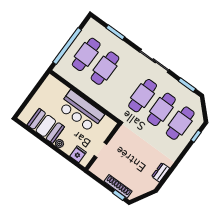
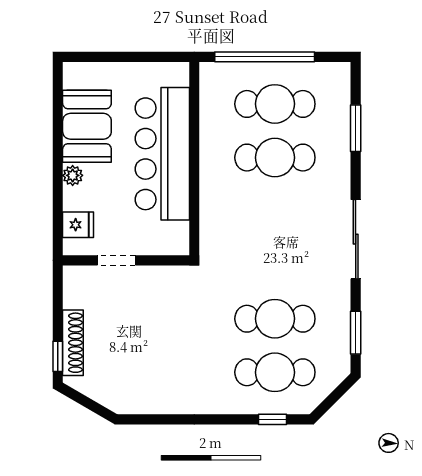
cafe table: (143, 96) -> (275, 265), removed
bar counter: (81, 111) -> (162, 154), width x1.36
dresser: (161, 172) -> (157, 403), removed

